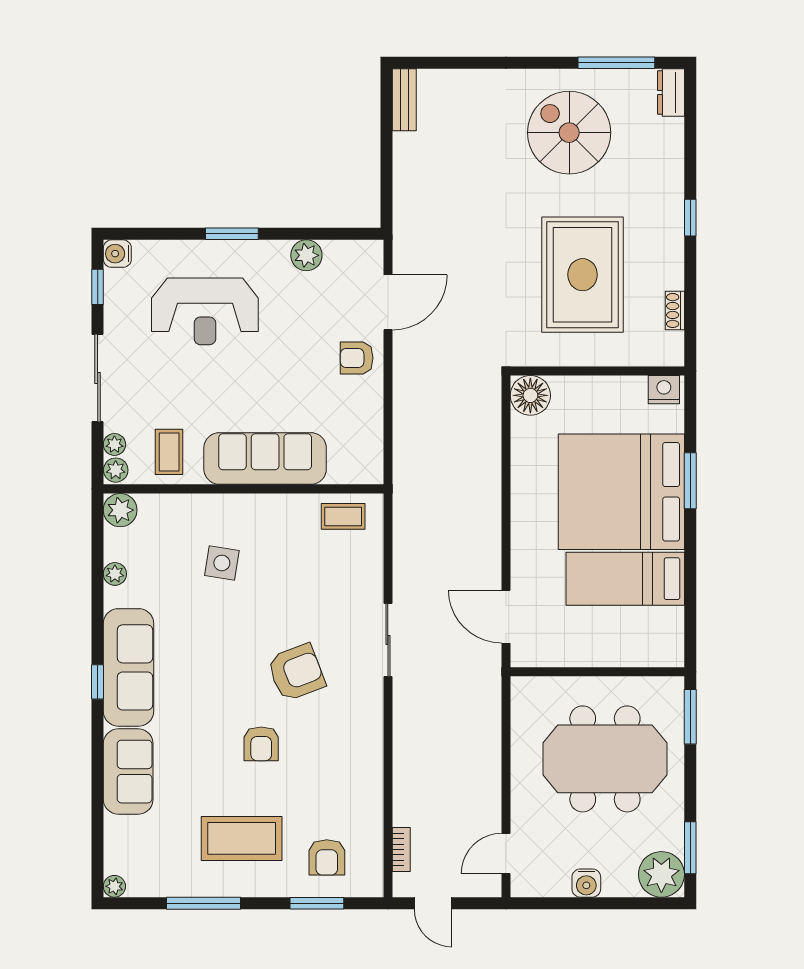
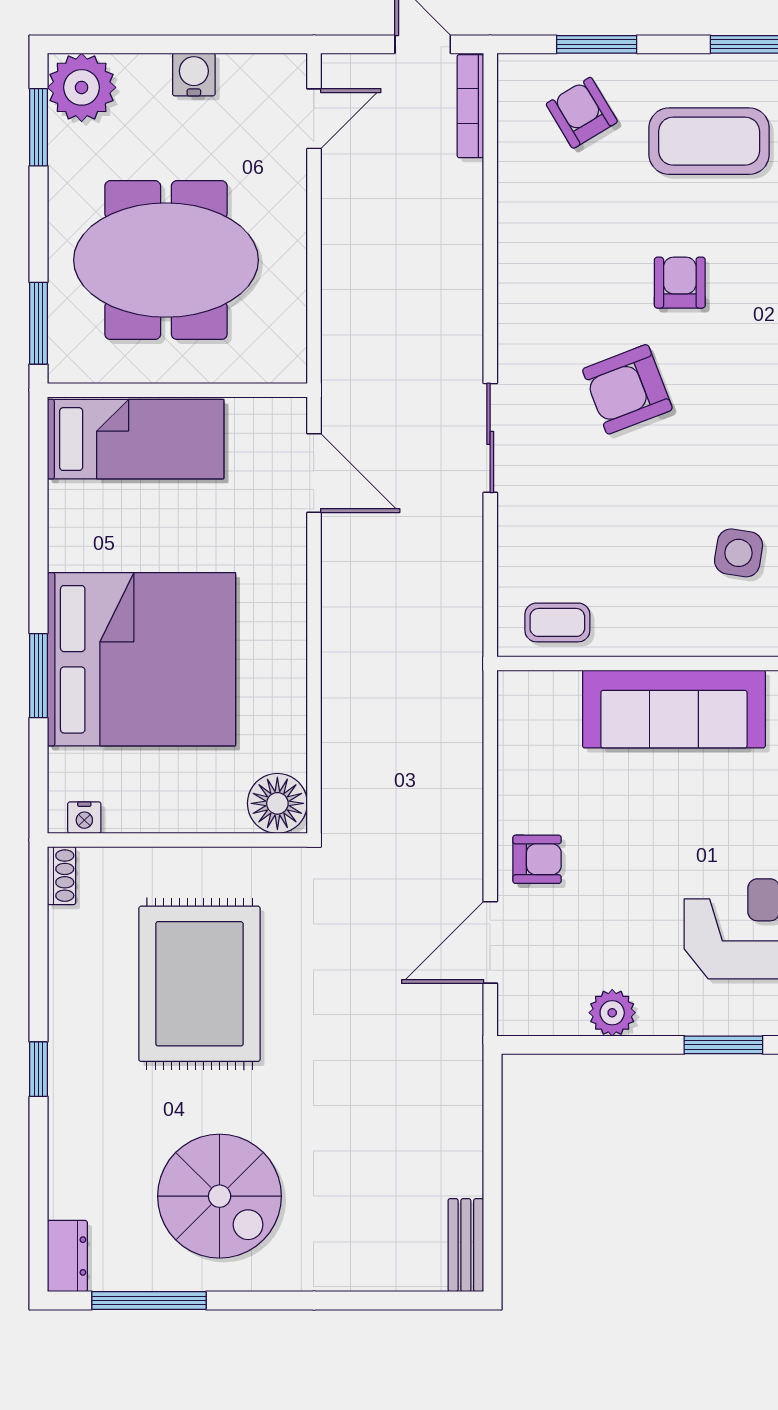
shoe rack: (675, 310) -> (61, 876), moved
nightstand: (664, 390) -> (84, 818), width x0.72, depth x0.74
bed: (625, 579) -> (136, 439), moved
bookcase: (401, 849) -> (470, 106), width x1.56
armchair: (327, 857) -> (582, 113), turned -31

